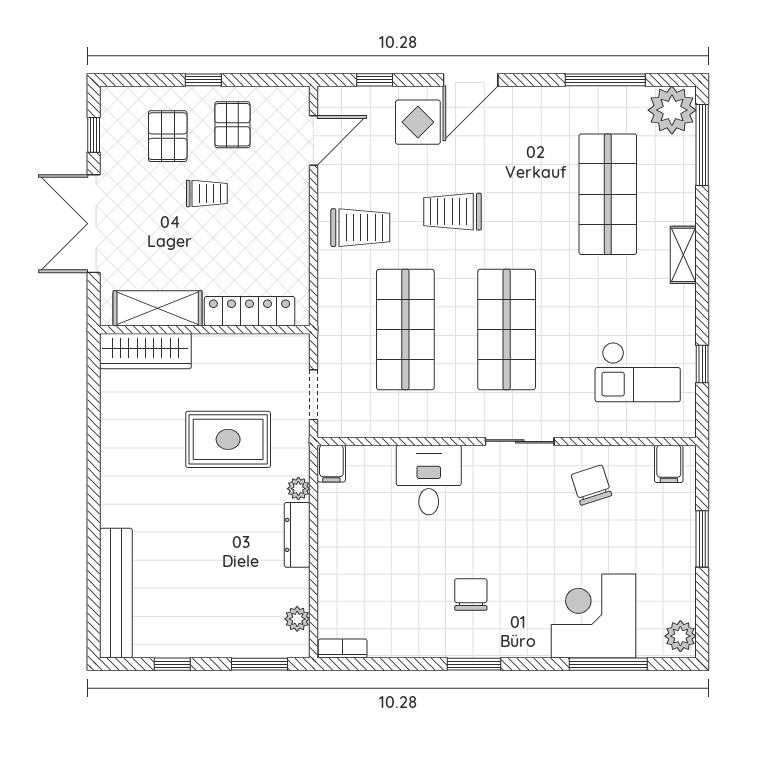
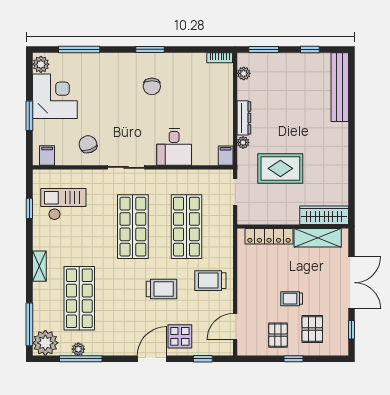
plant: (610, 98) -> (78, 349), added
chair: (591, 485) -> (88, 144), turned 180
corner desk: (593, 616) -> (55, 96), moved, turned -90

